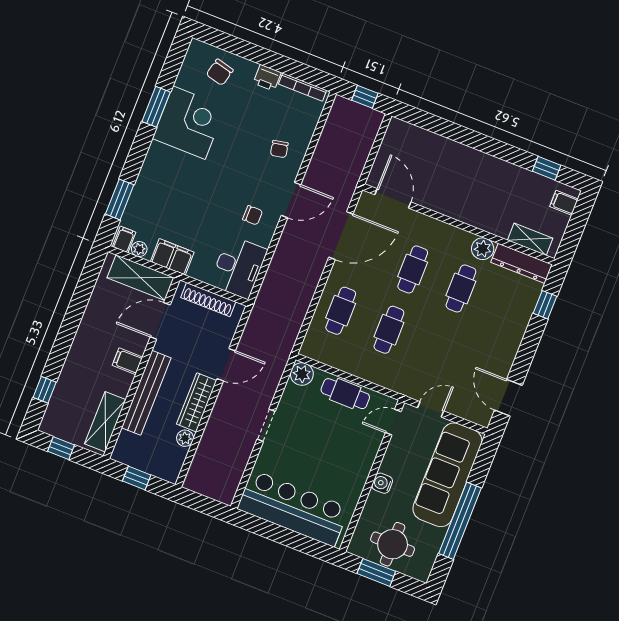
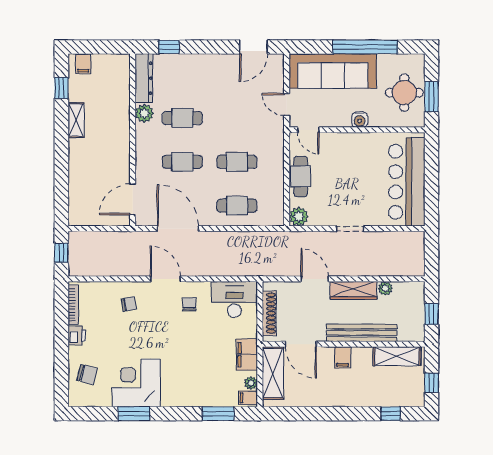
shelving: (530, 239) -> (76, 120), moved

